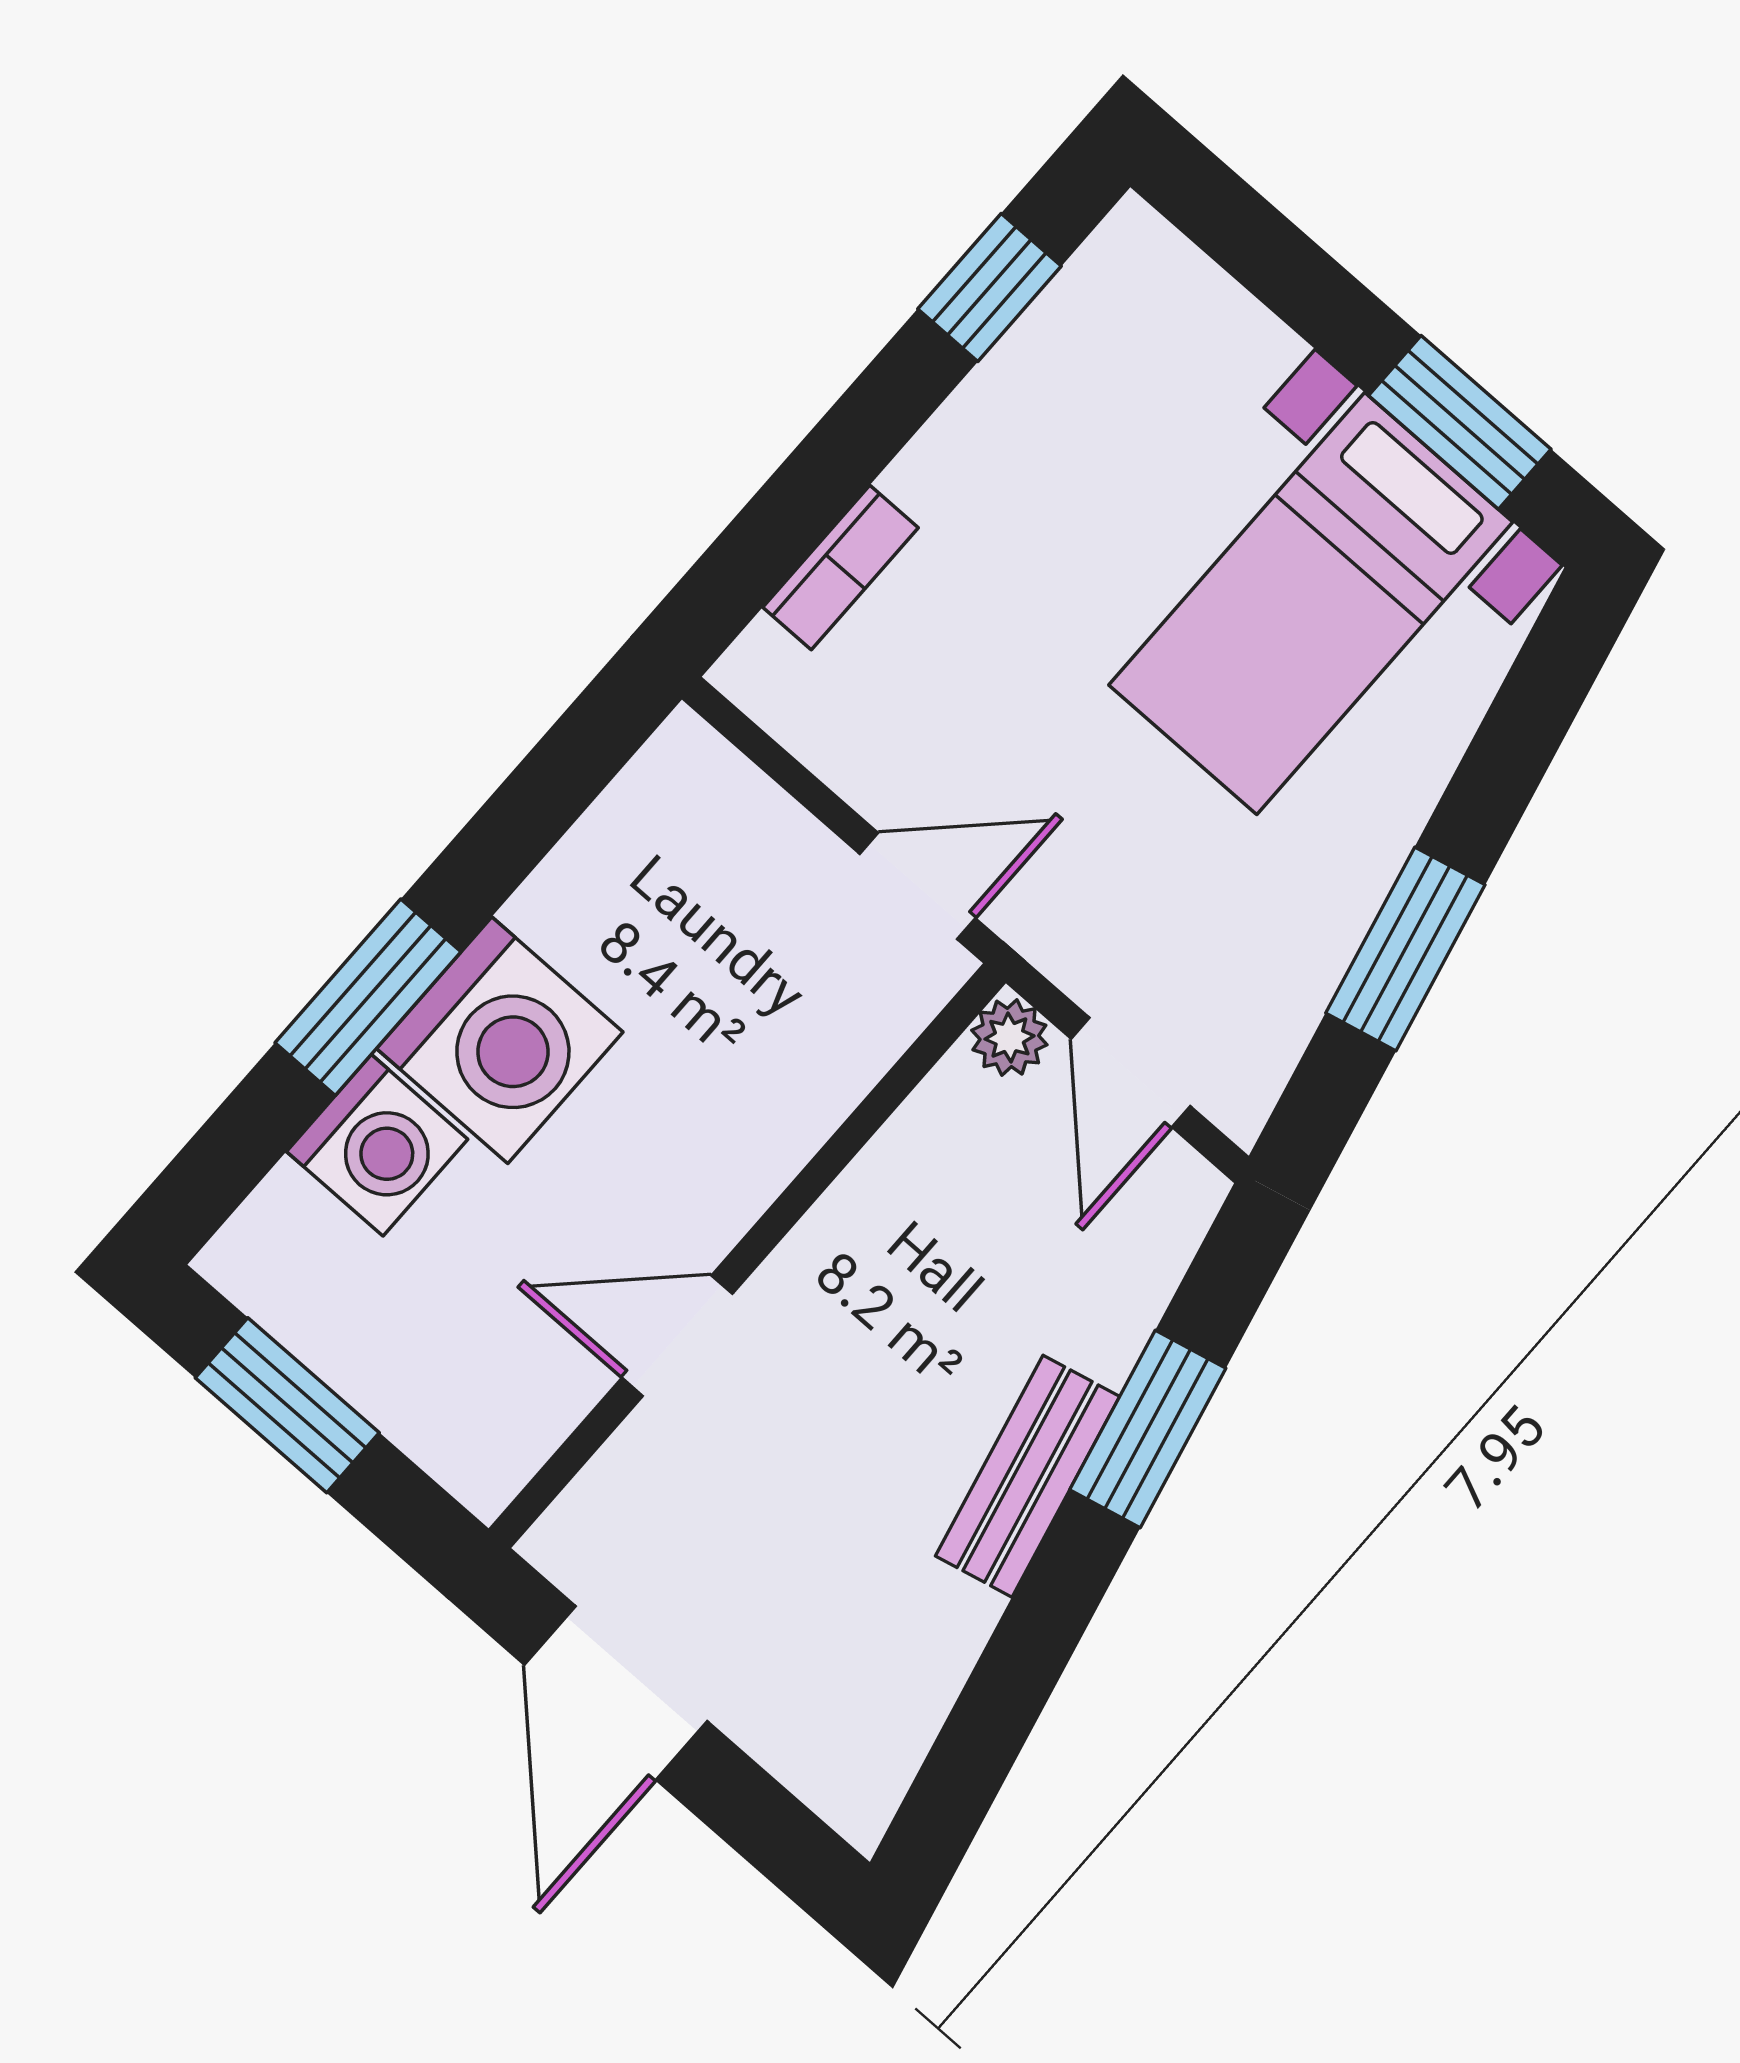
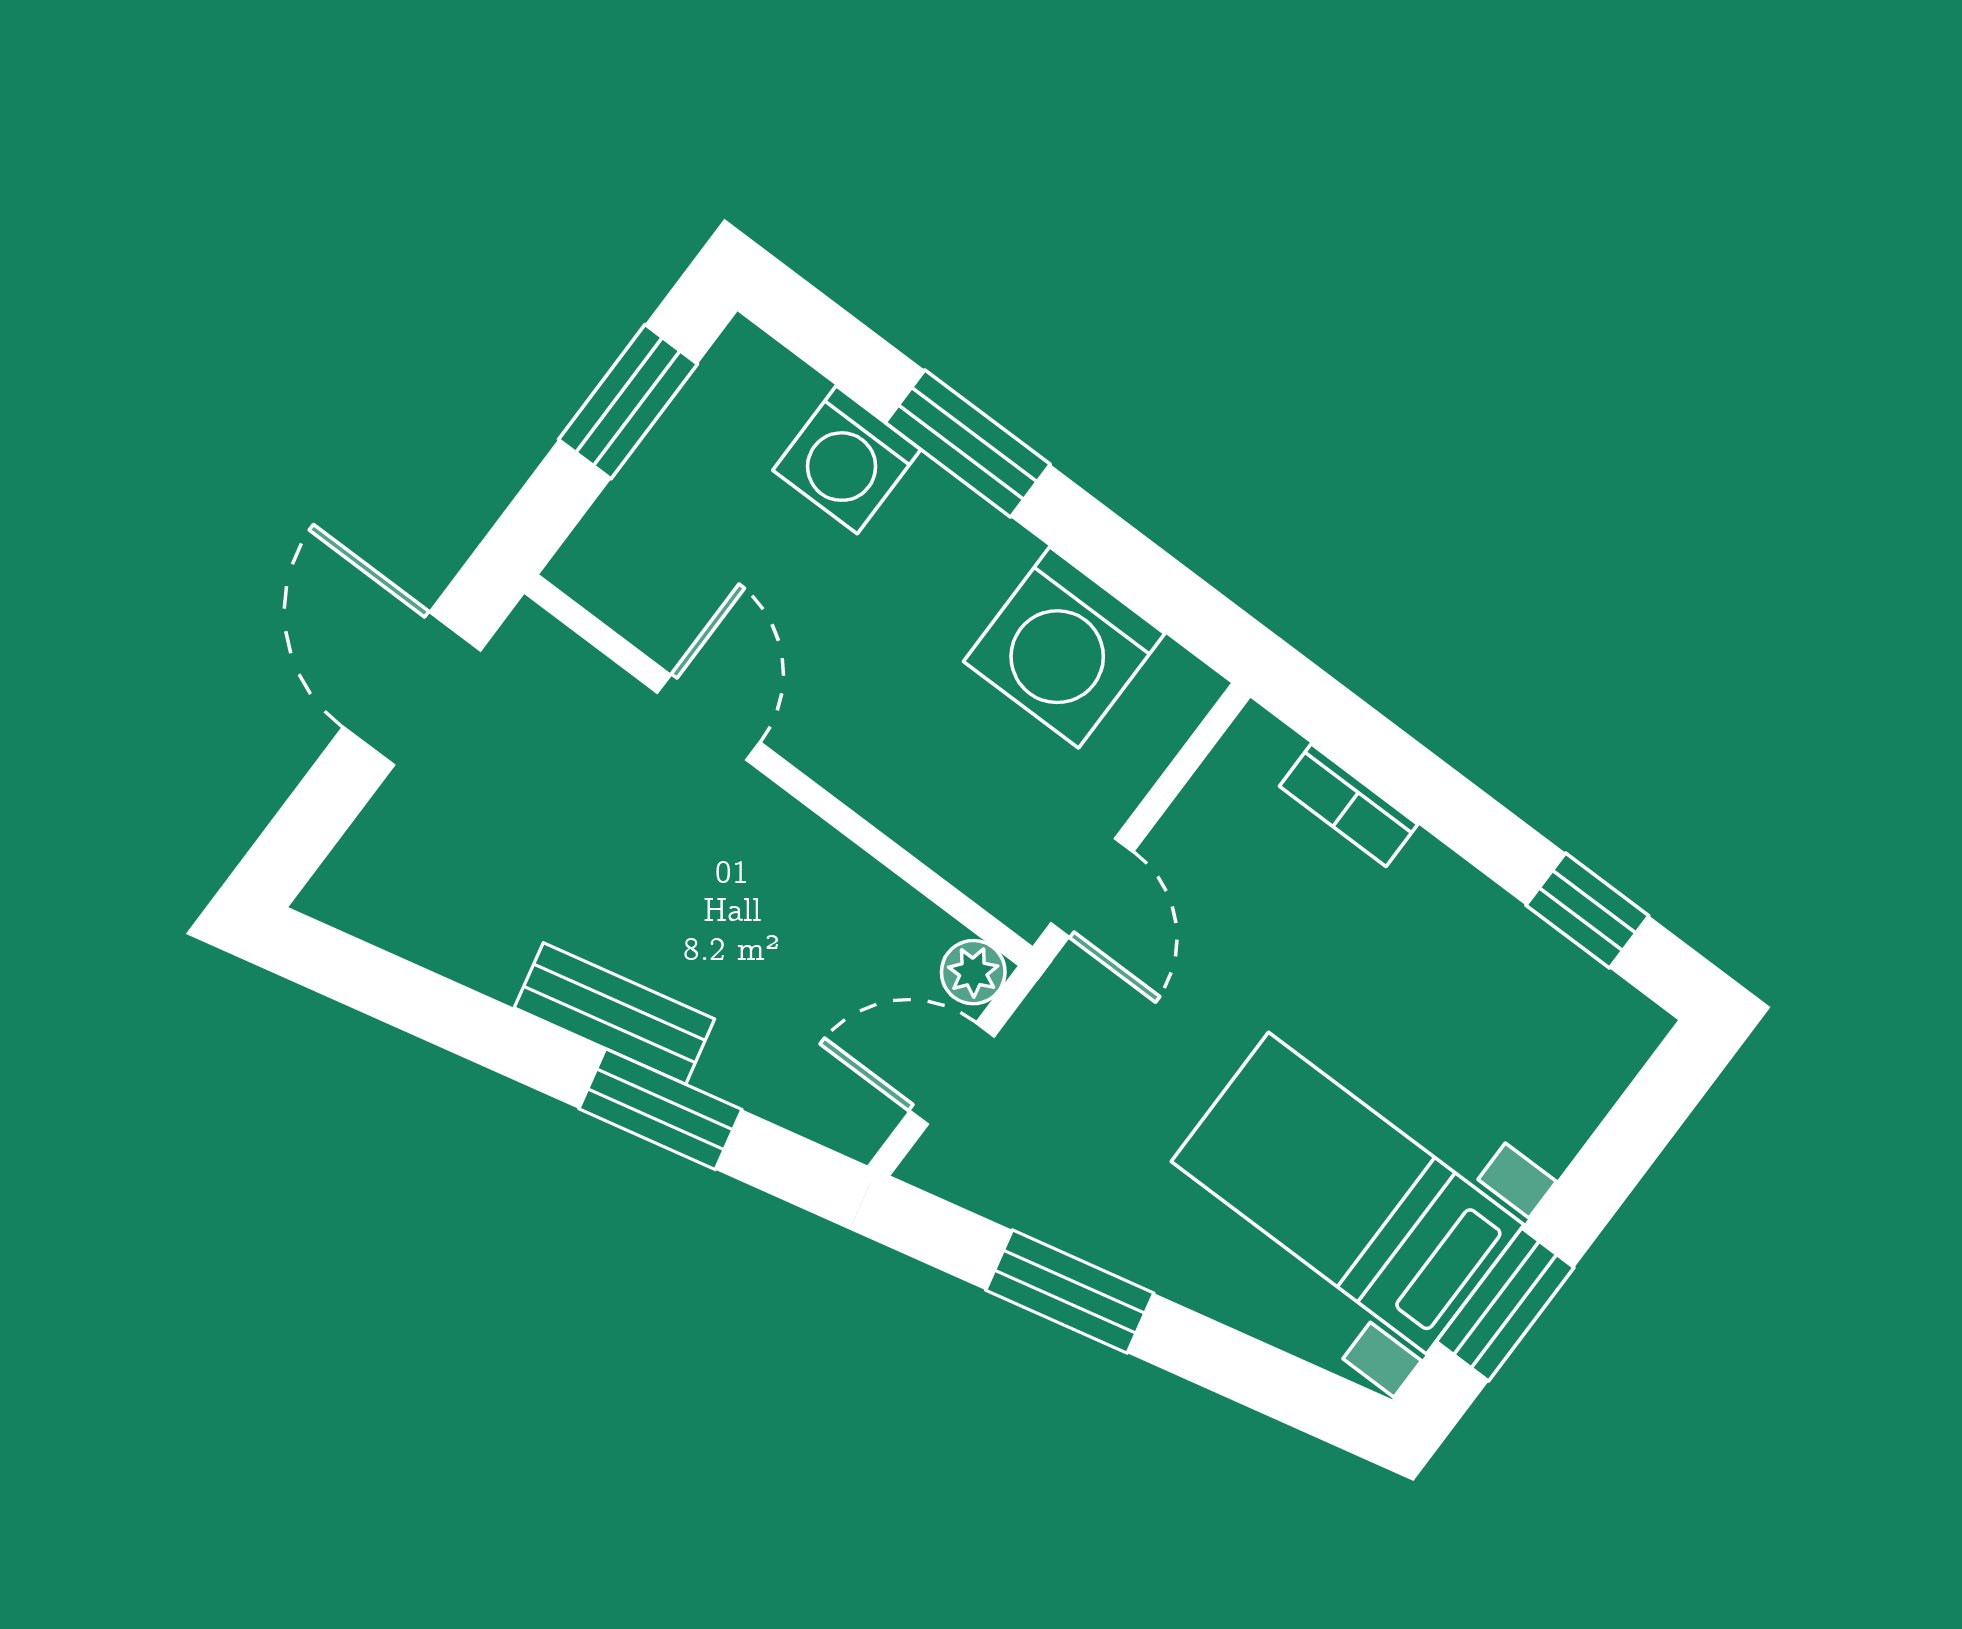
washing machine: (500, 1040) -> (1064, 647), moved
door: (616, 1693) -> (412, 689), hinge flipped

